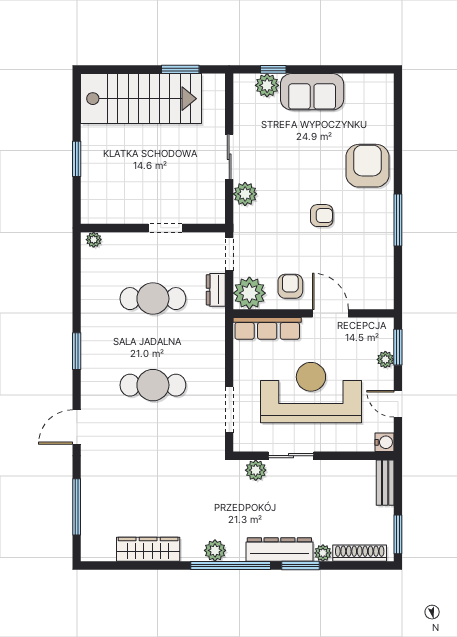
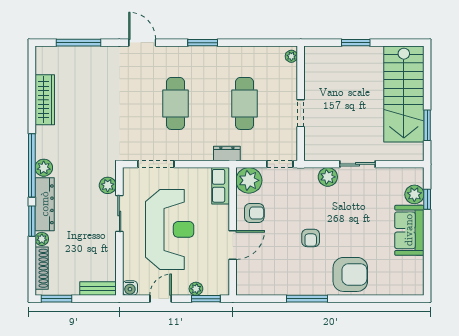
dresser: (216, 290) -> (227, 154), moved
row of seats: (267, 328) -> (221, 186), width x0.68
plant: (215, 550) -> (44, 168), moved

